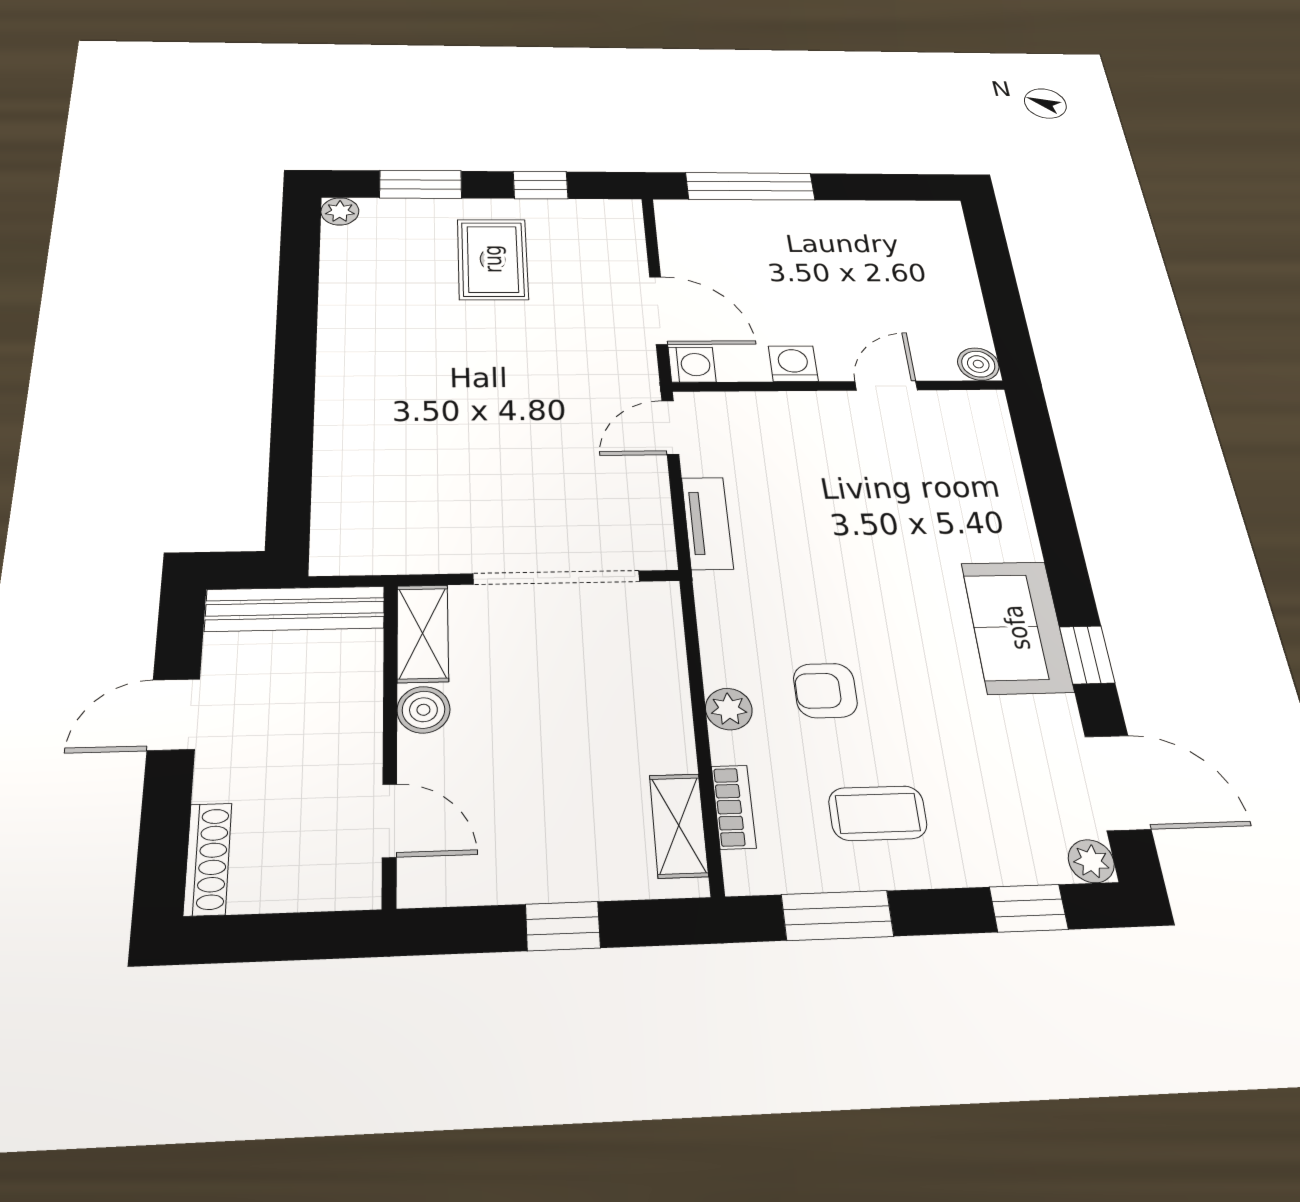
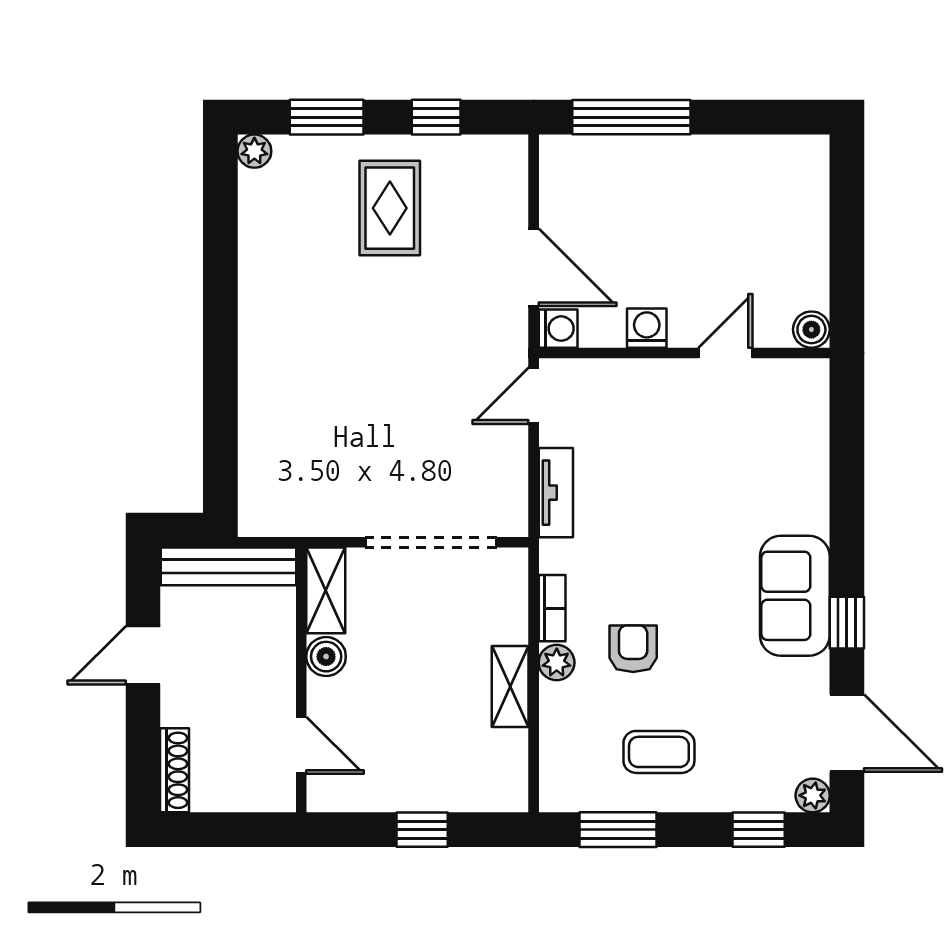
armchair: (825, 691) -> (633, 649), turned 90
bookcase: (734, 807) -> (552, 608), moved
shelving: (679, 825) -> (510, 687), moved

